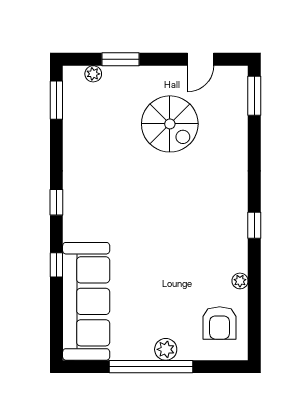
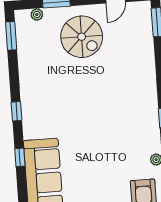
spiral stairs: (170, 124) -> (82, 37), moved

